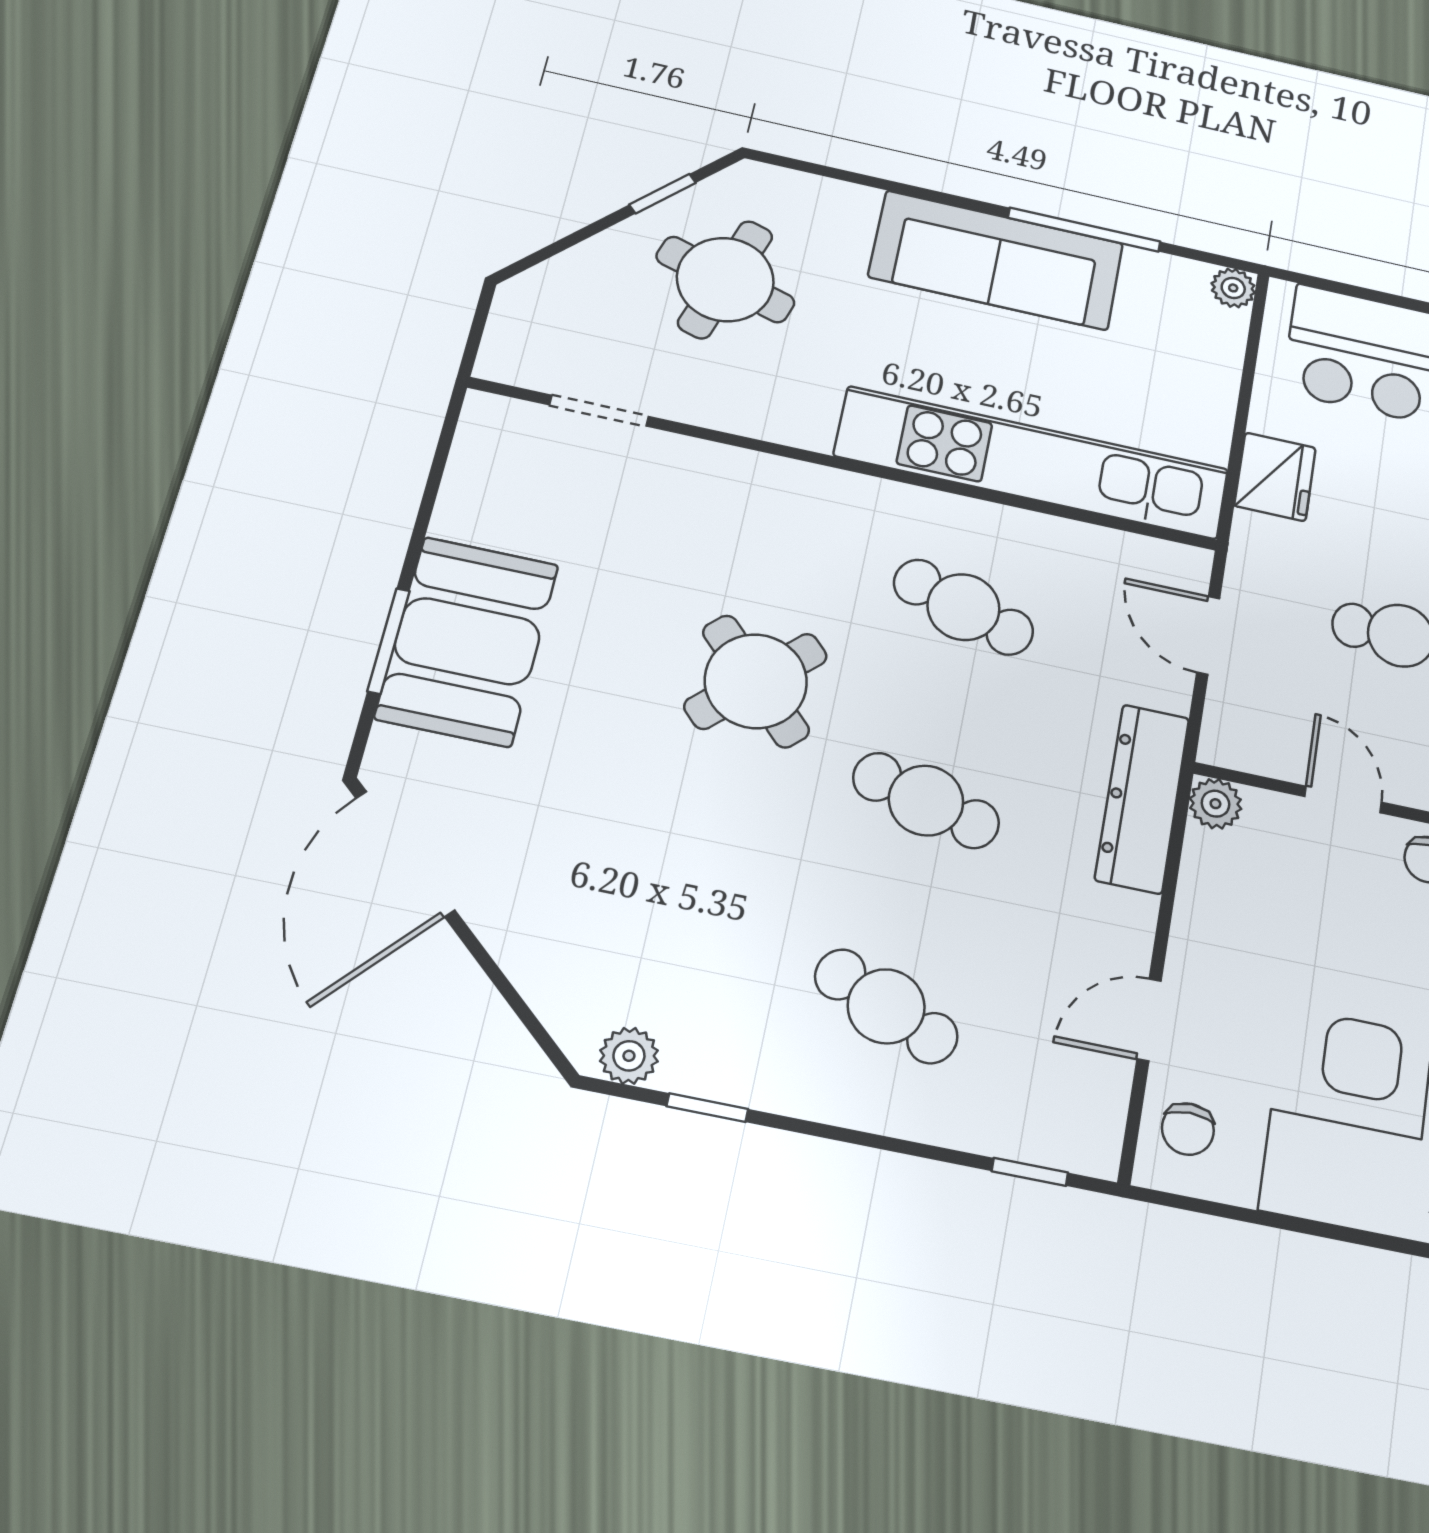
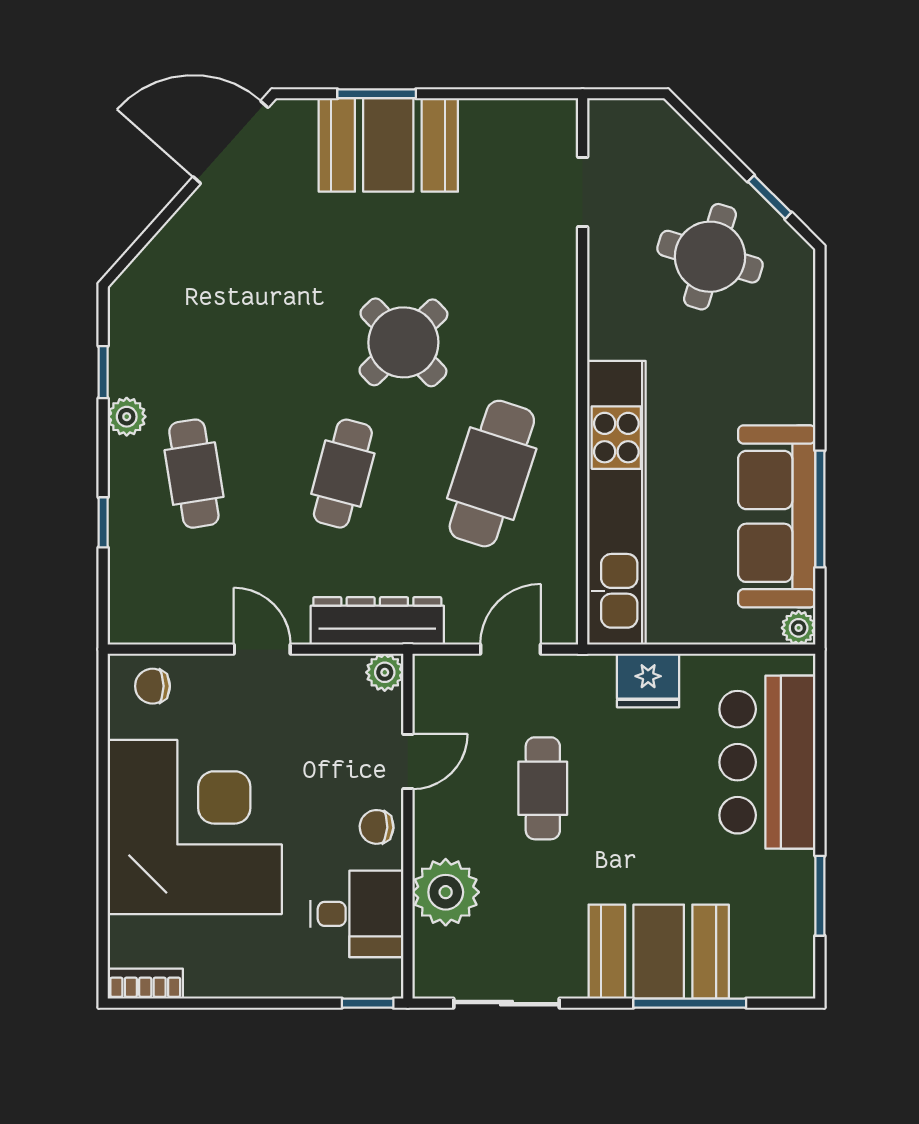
sofa: (996, 260) -> (777, 516), moved
cafe table: (963, 607) -> (492, 474), width x1.37, depth x1.35
cafe table: (886, 1006) -> (194, 474), turned -33
door: (1149, 1020) -> (262, 649), moved
plant: (629, 1056) -> (127, 417), moved
window: (1030, 1172) -> (103, 522), moved

